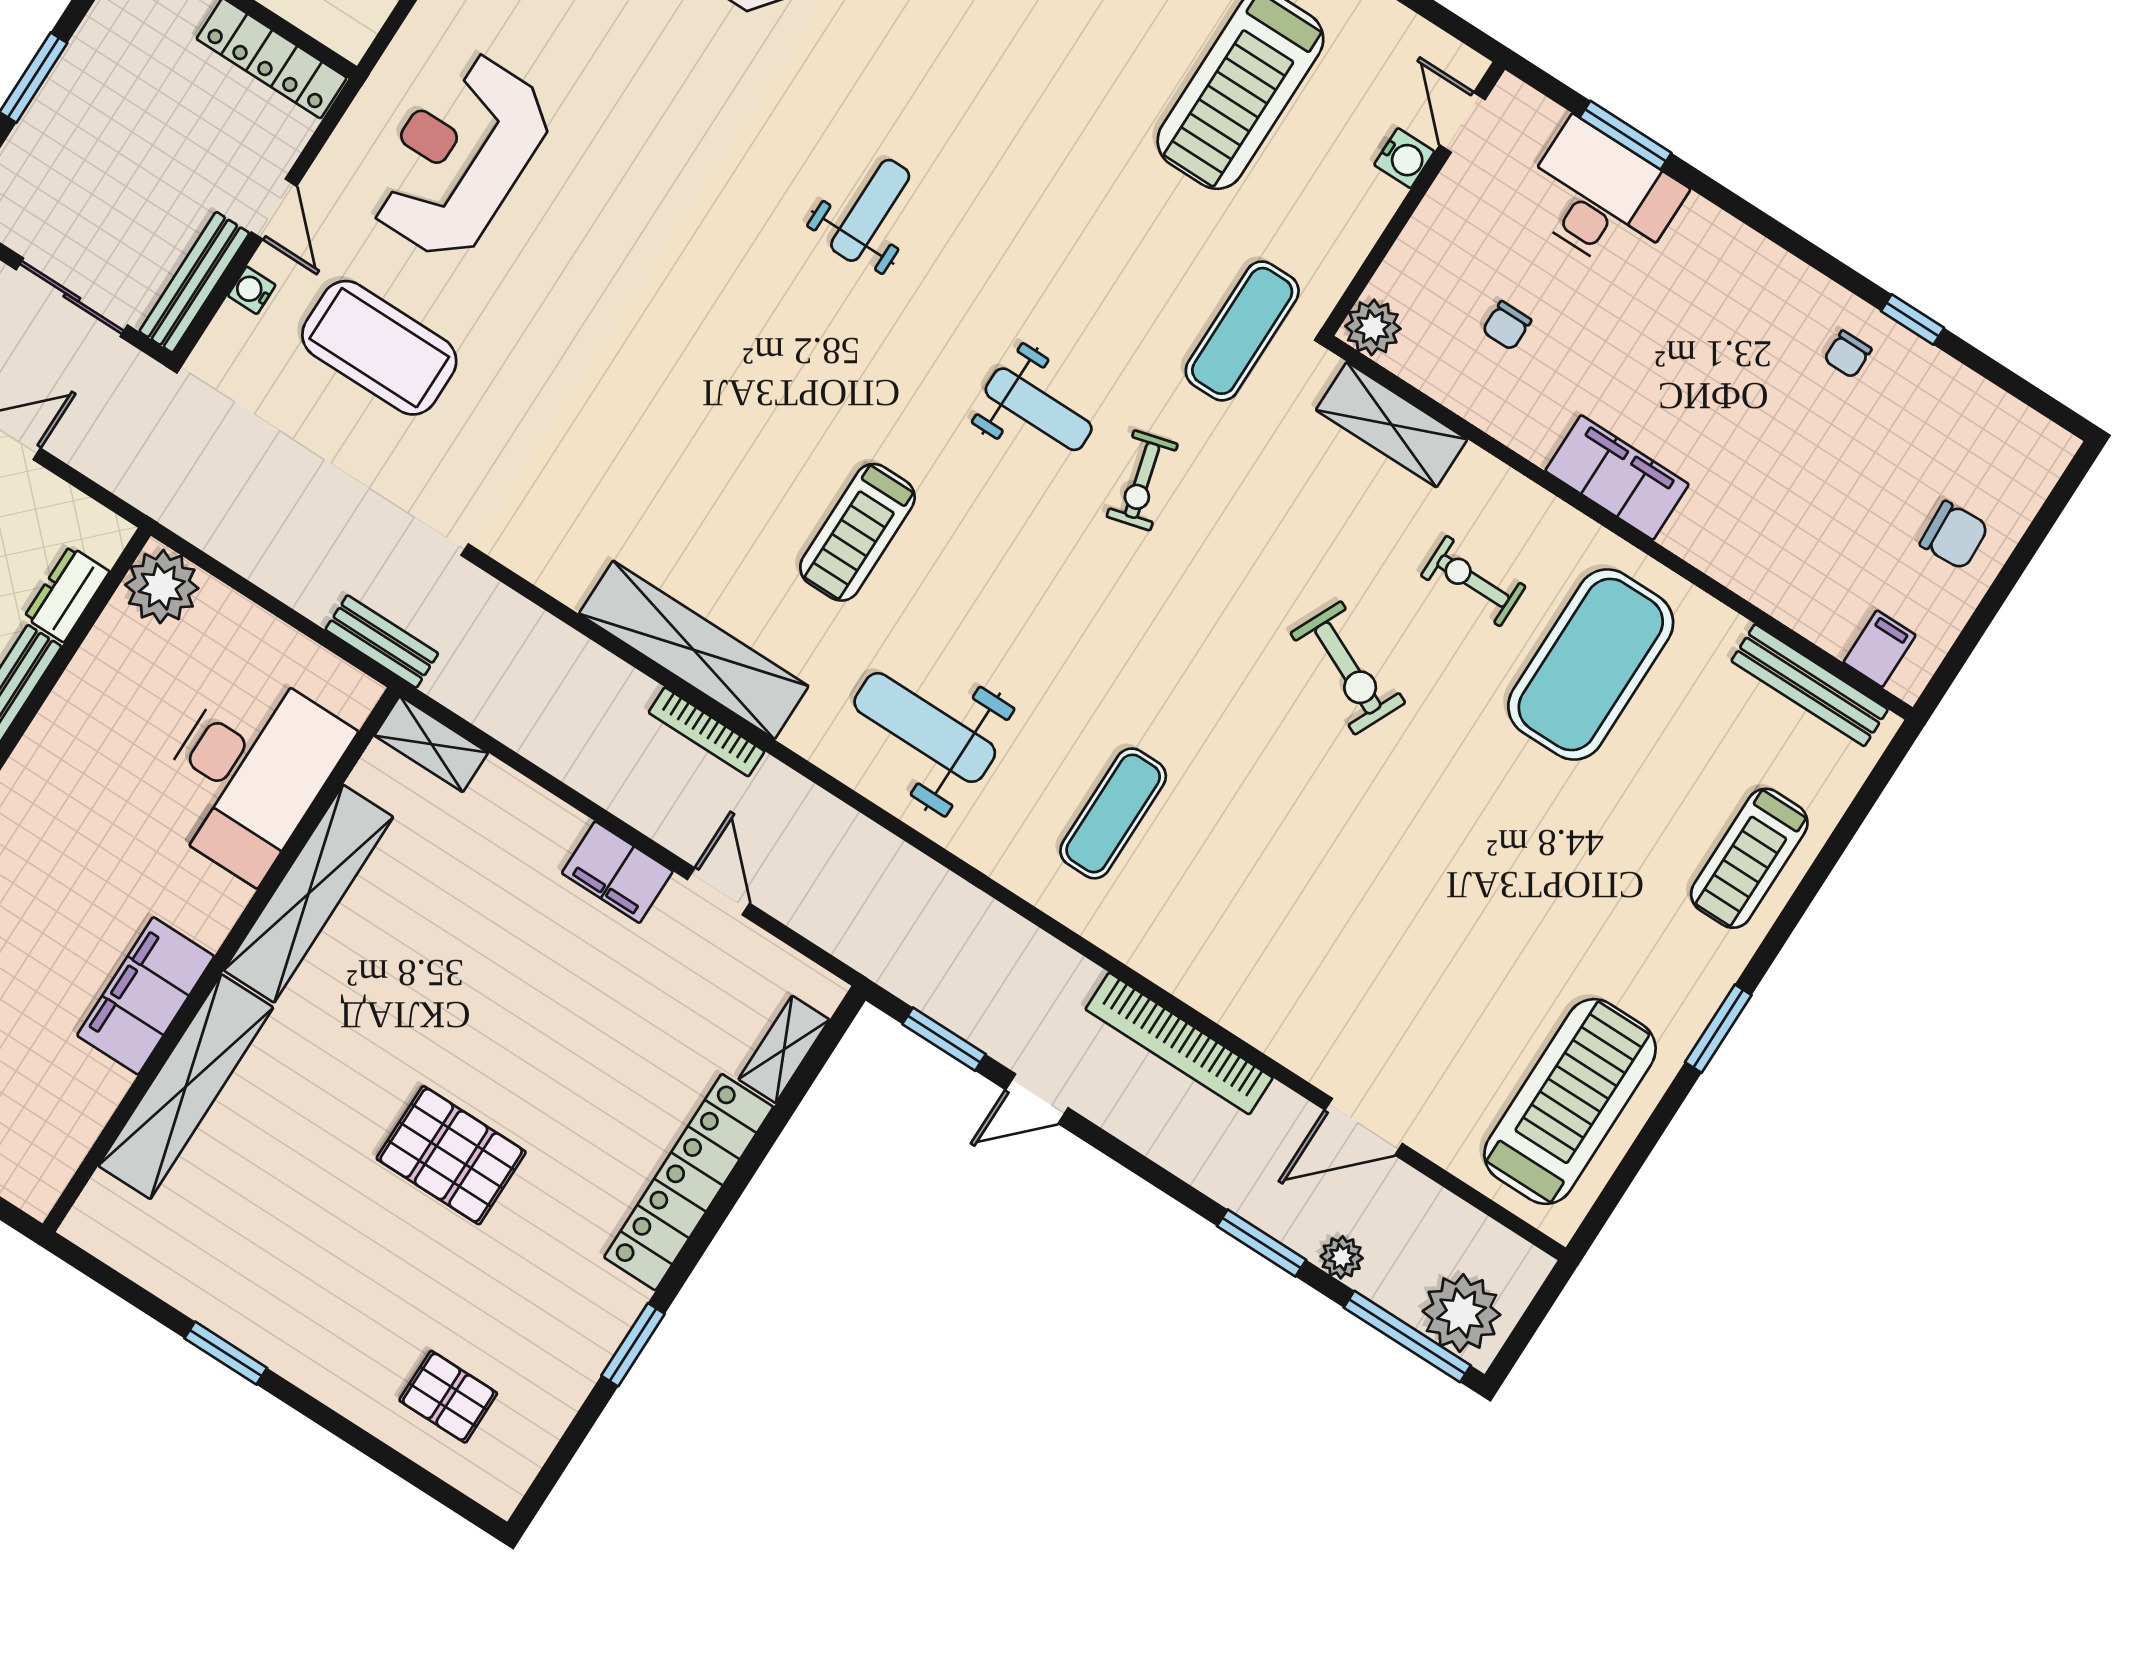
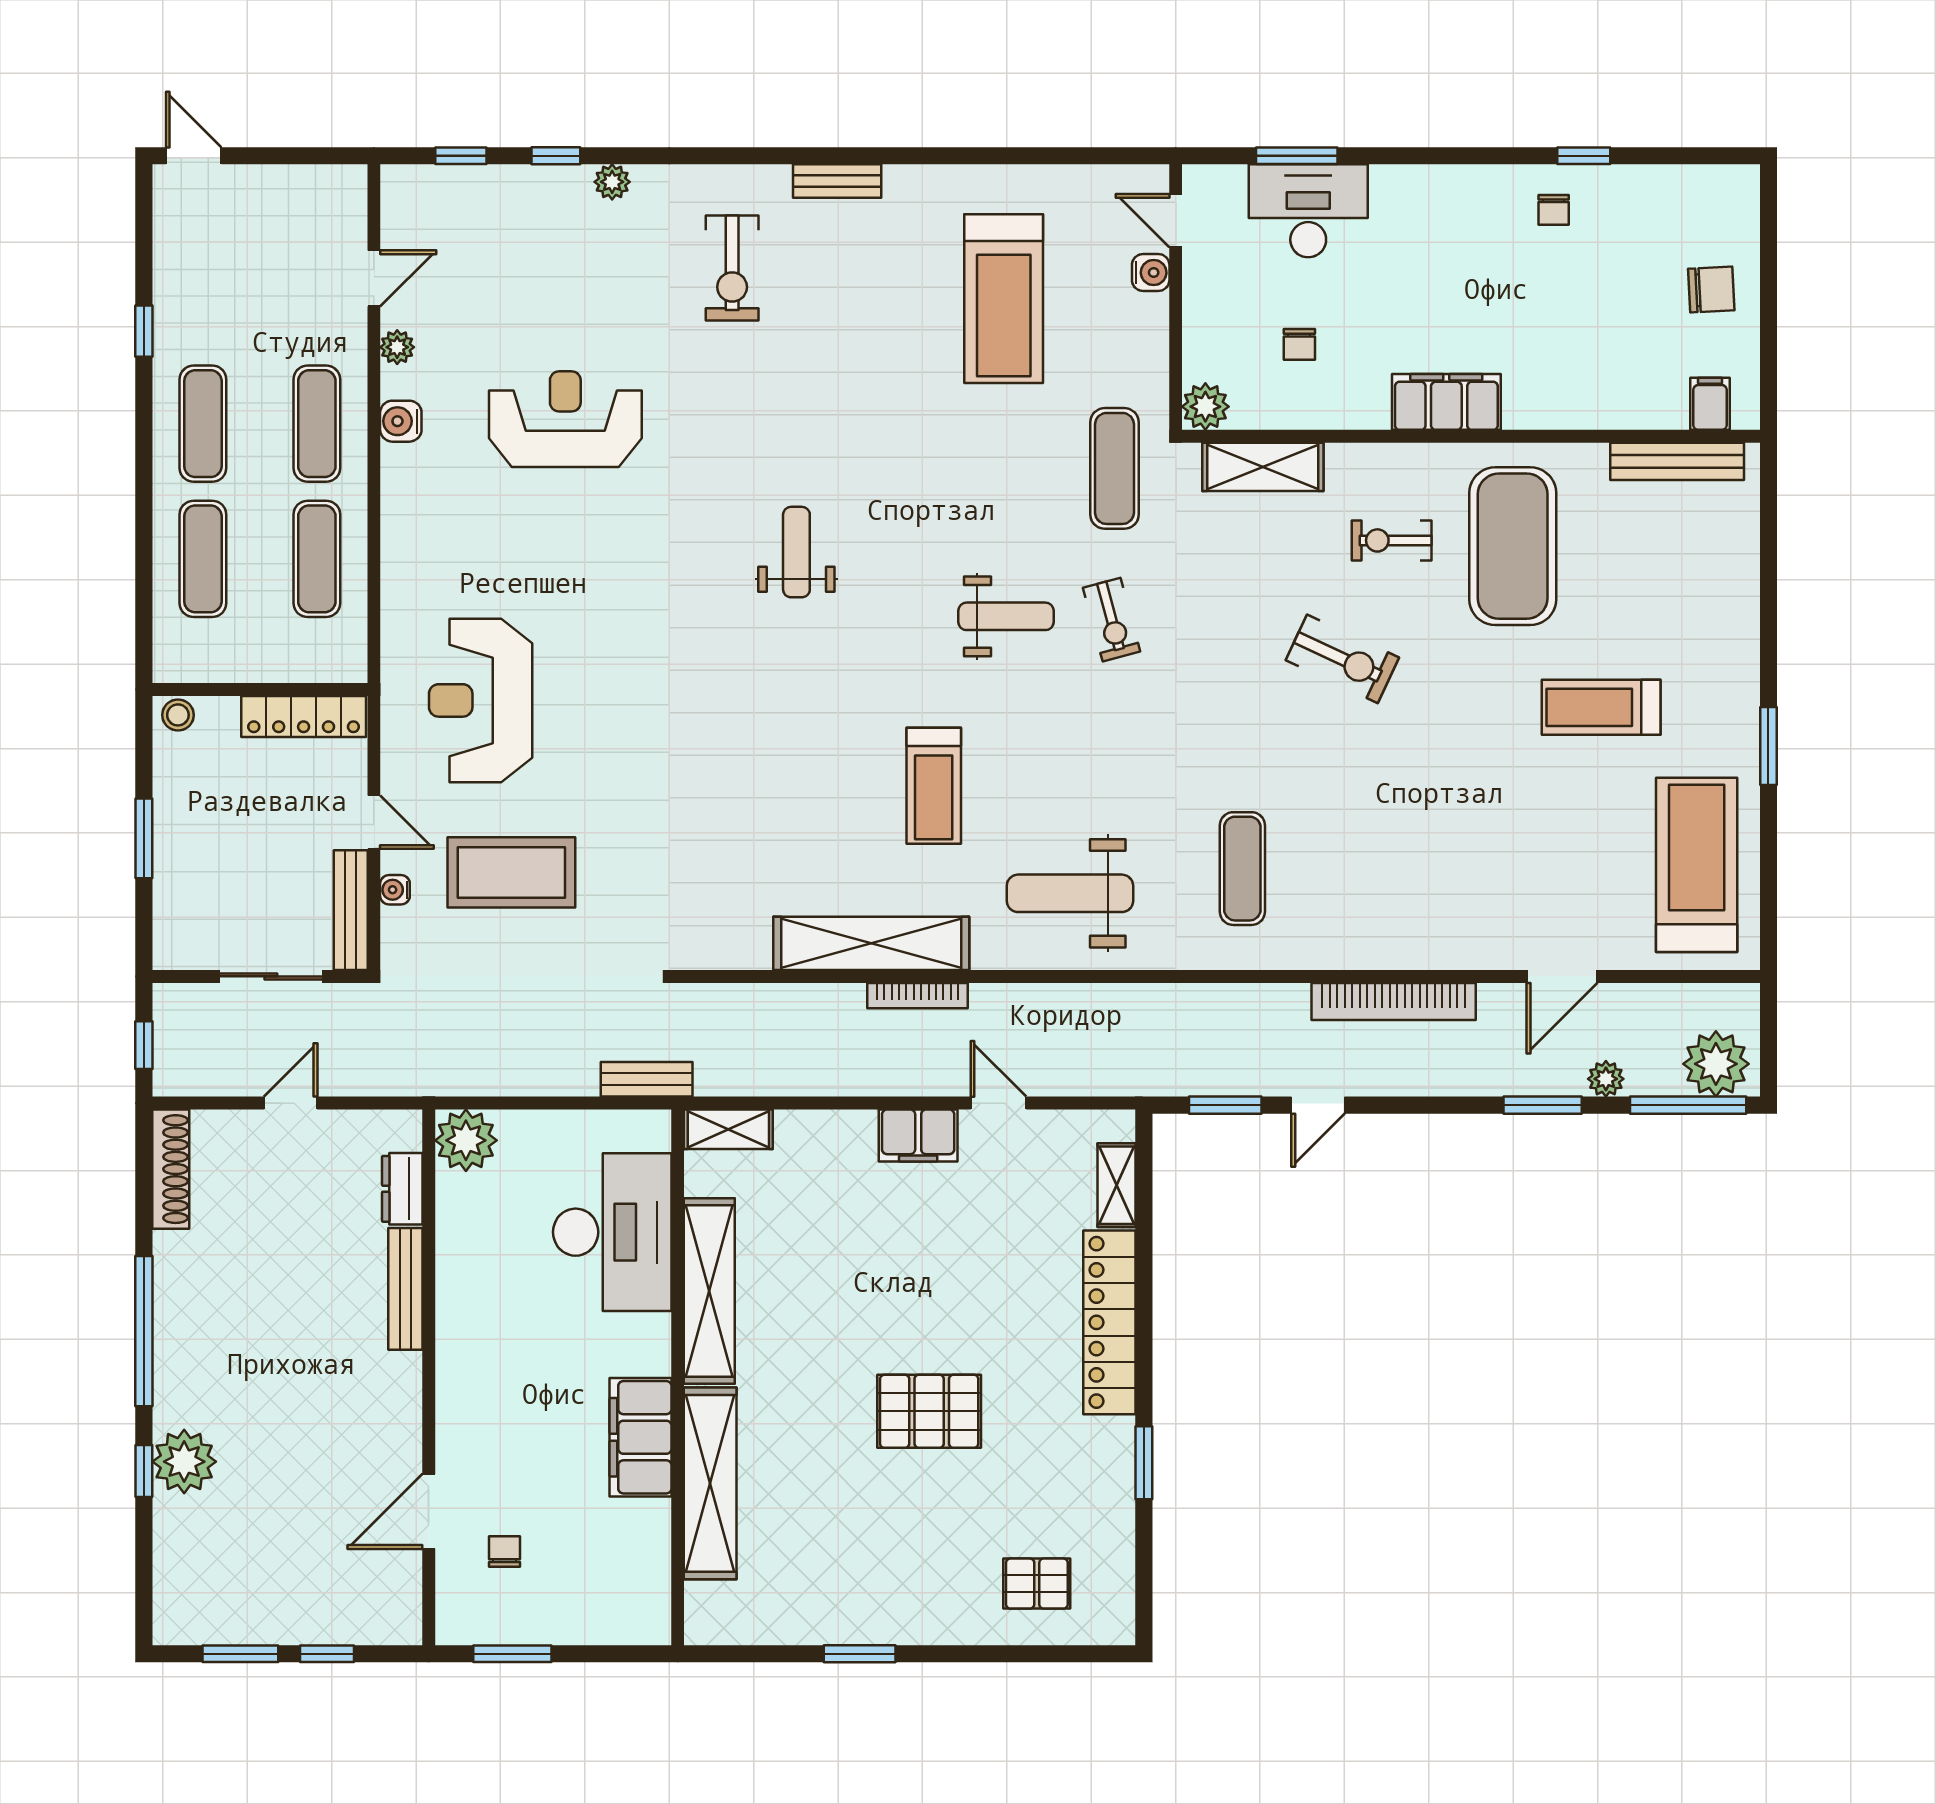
treadmill: (1749, 858) -> (1601, 707), moved, turned 90

